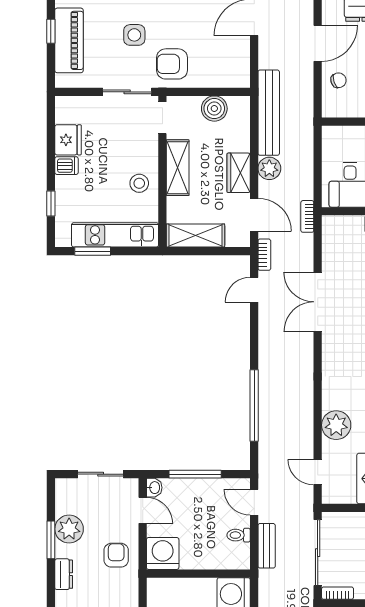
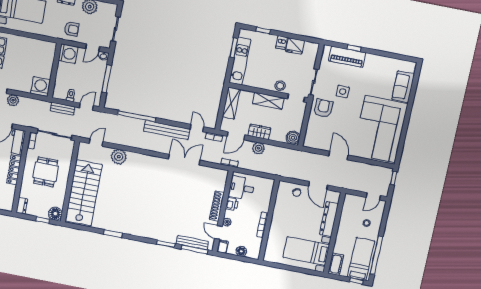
boiler: (214, 109) -> (293, 138), moved
bench: (269, 113) -> (167, 130), moved
stool: (139, 183) -> (280, 86), moved

